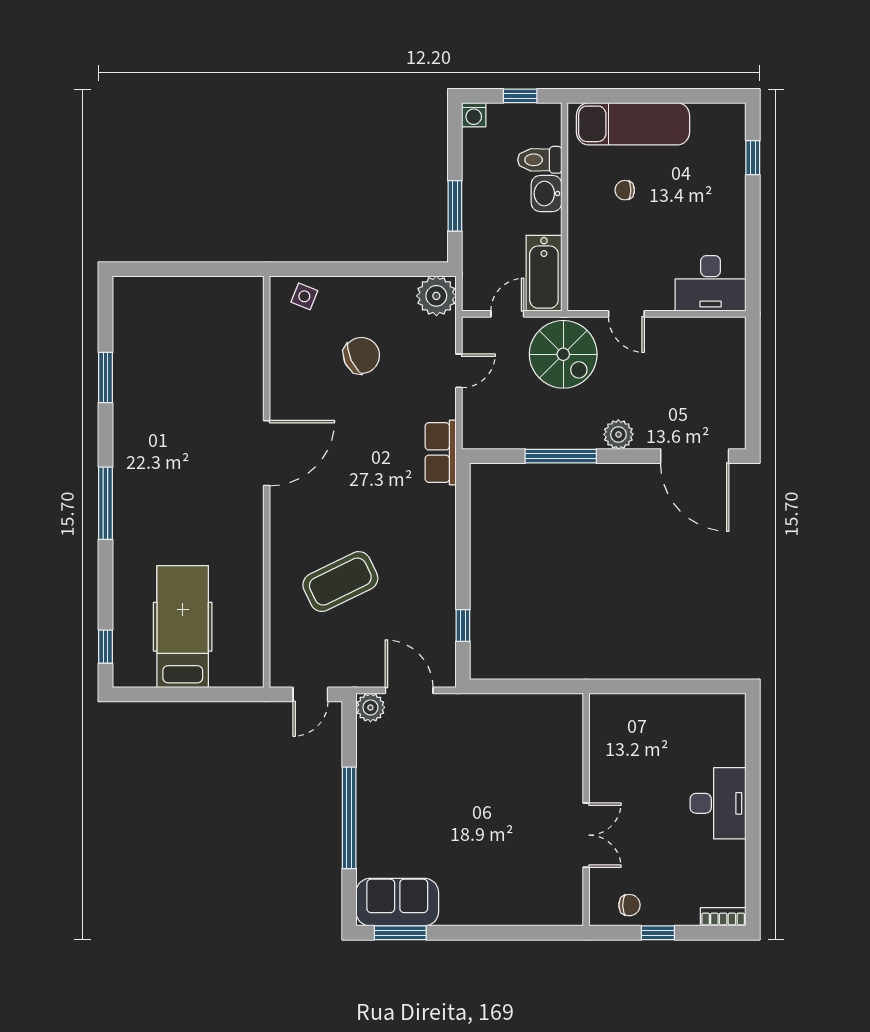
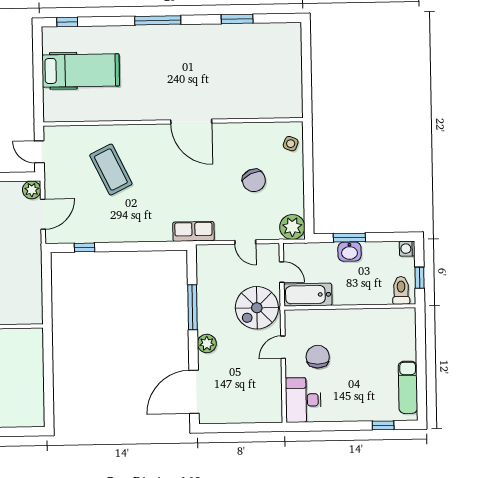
exam couch: (633, 124) -> (408, 387), moved, width x0.73, depth x0.69
toilet: (540, 160) -> (401, 290), moved
chair: (625, 190) -> (318, 357), moved, width x1.87, depth x1.87
washbasin: (546, 194) -> (349, 252), moved, turned 180

